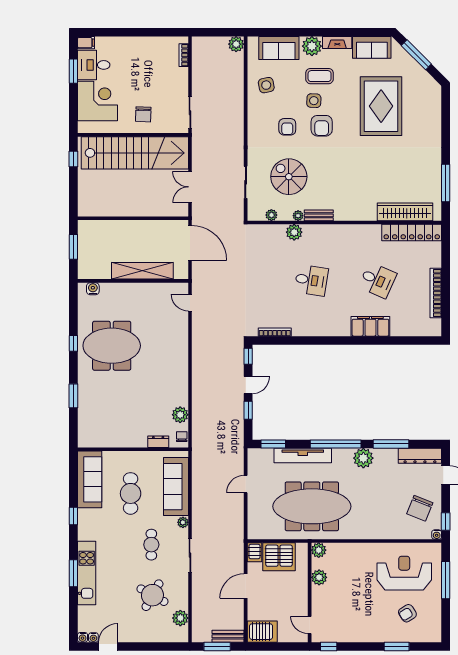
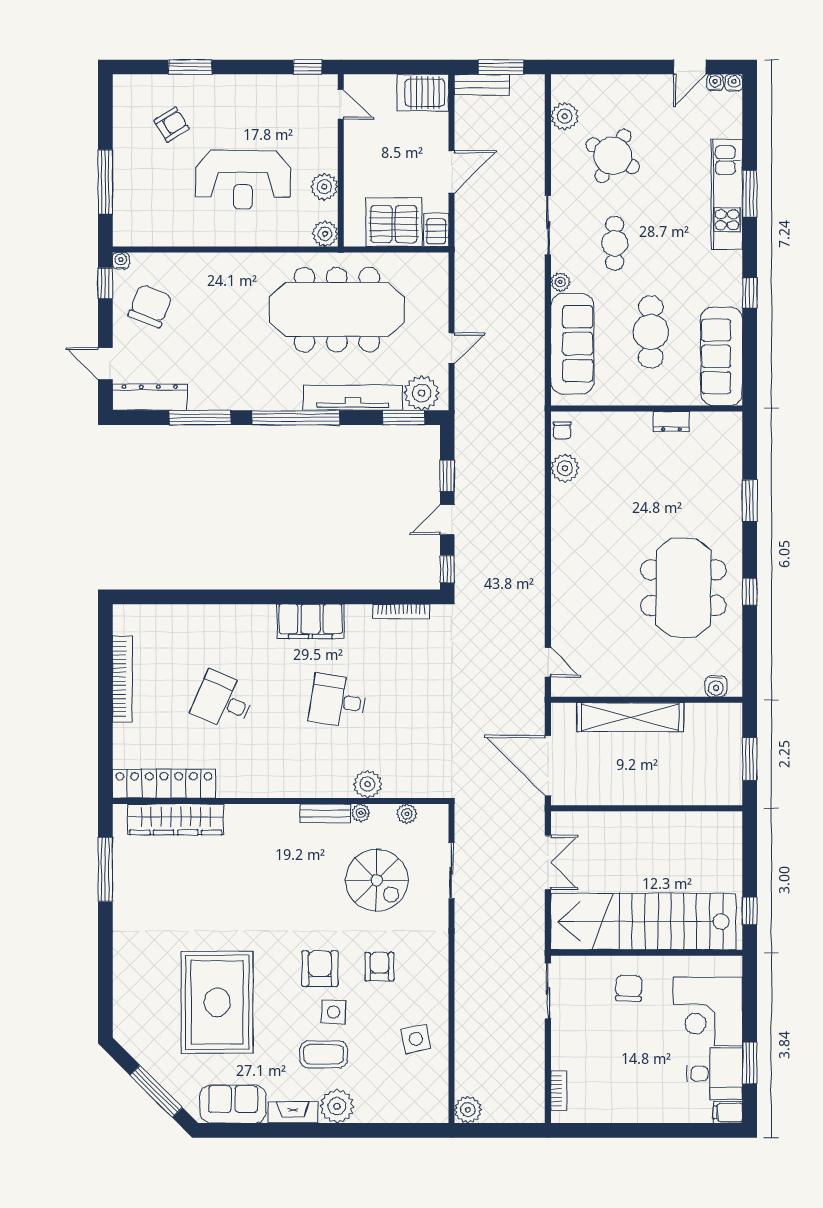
sofa: (279, 48) -> (394, 1103), removed
filing cabinet: (370, 326) -> (311, 621), moved
meeting table: (112, 346) -> (683, 588), turned 90
dresser: (158, 442) -> (671, 421), moved
plant: (363, 458) -> (422, 393), moved
reception desk: (404, 573) -> (243, 180), moved

